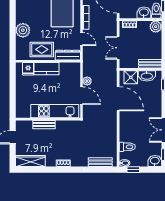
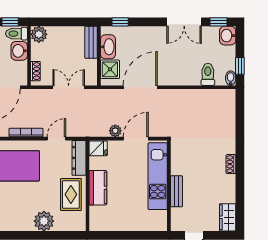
double door: (118, 48) -> (69, 87), swing flipped
fridge: (28, 69) -> (98, 148), moved
wardrobe: (30, 161) -> (228, 217), width x0.67
bench: (100, 162) -> (229, 112), removed

